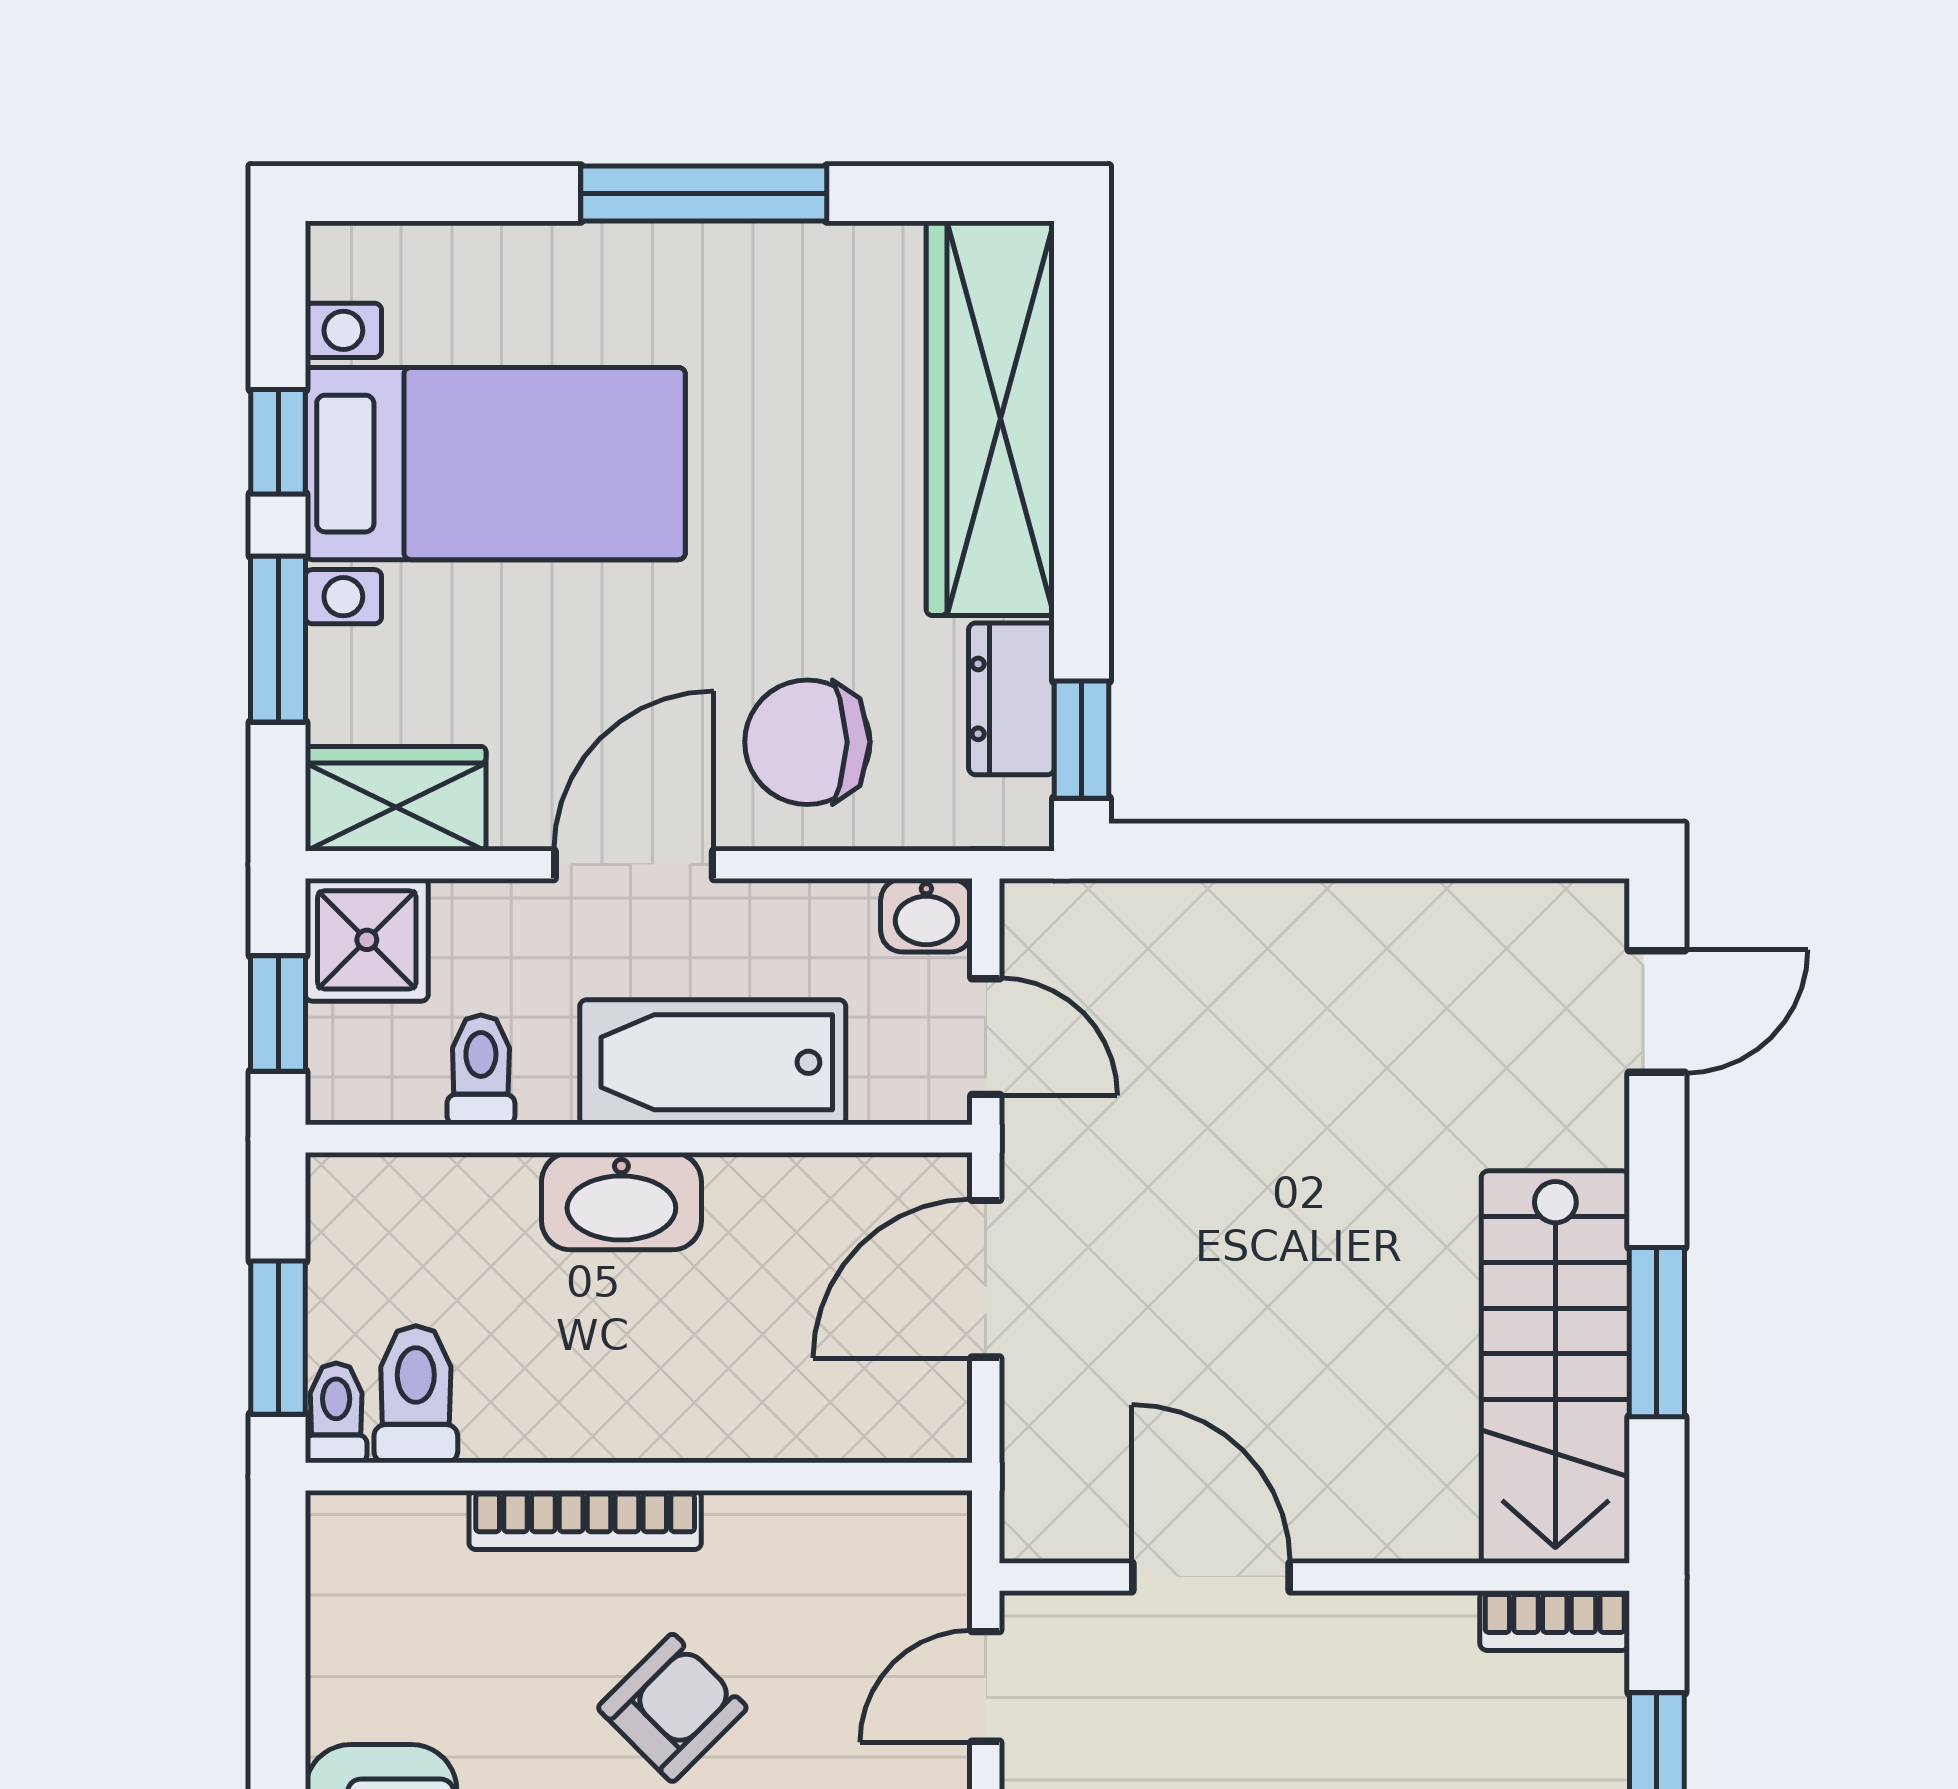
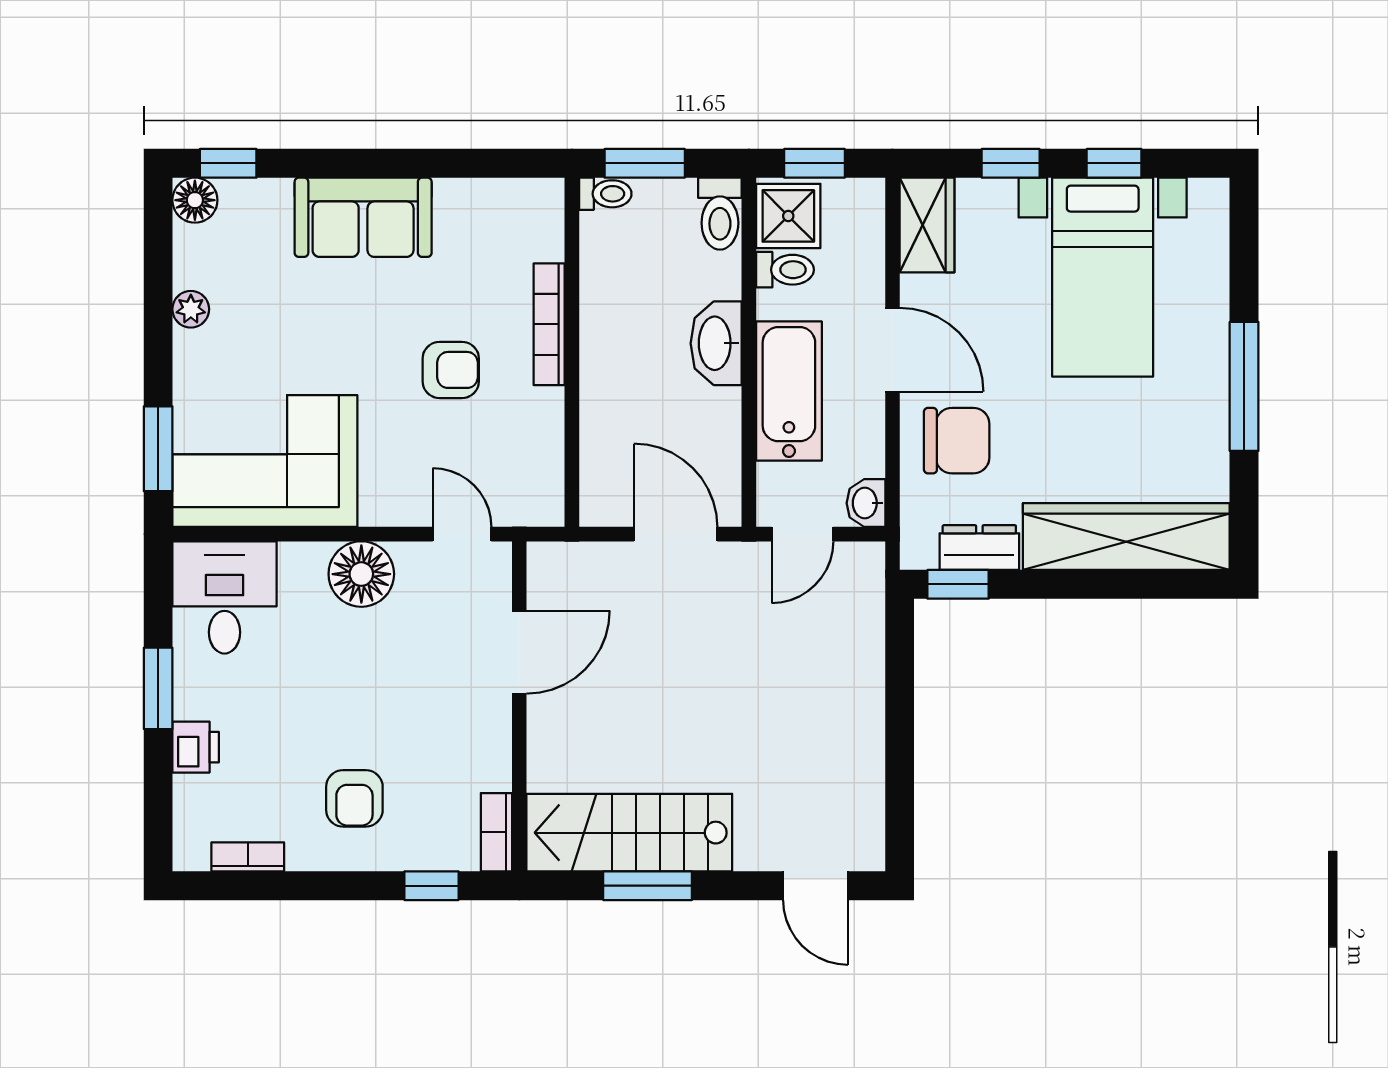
window: (278, 639) -> (1011, 163), width x0.67
chair: (807, 742) -> (957, 441), turned 90
shower: (367, 940) -> (788, 216), moved
toilet: (416, 1394) -> (720, 214), moved, turned 90
armchair: (672, 1708) -> (451, 370), turned -45

